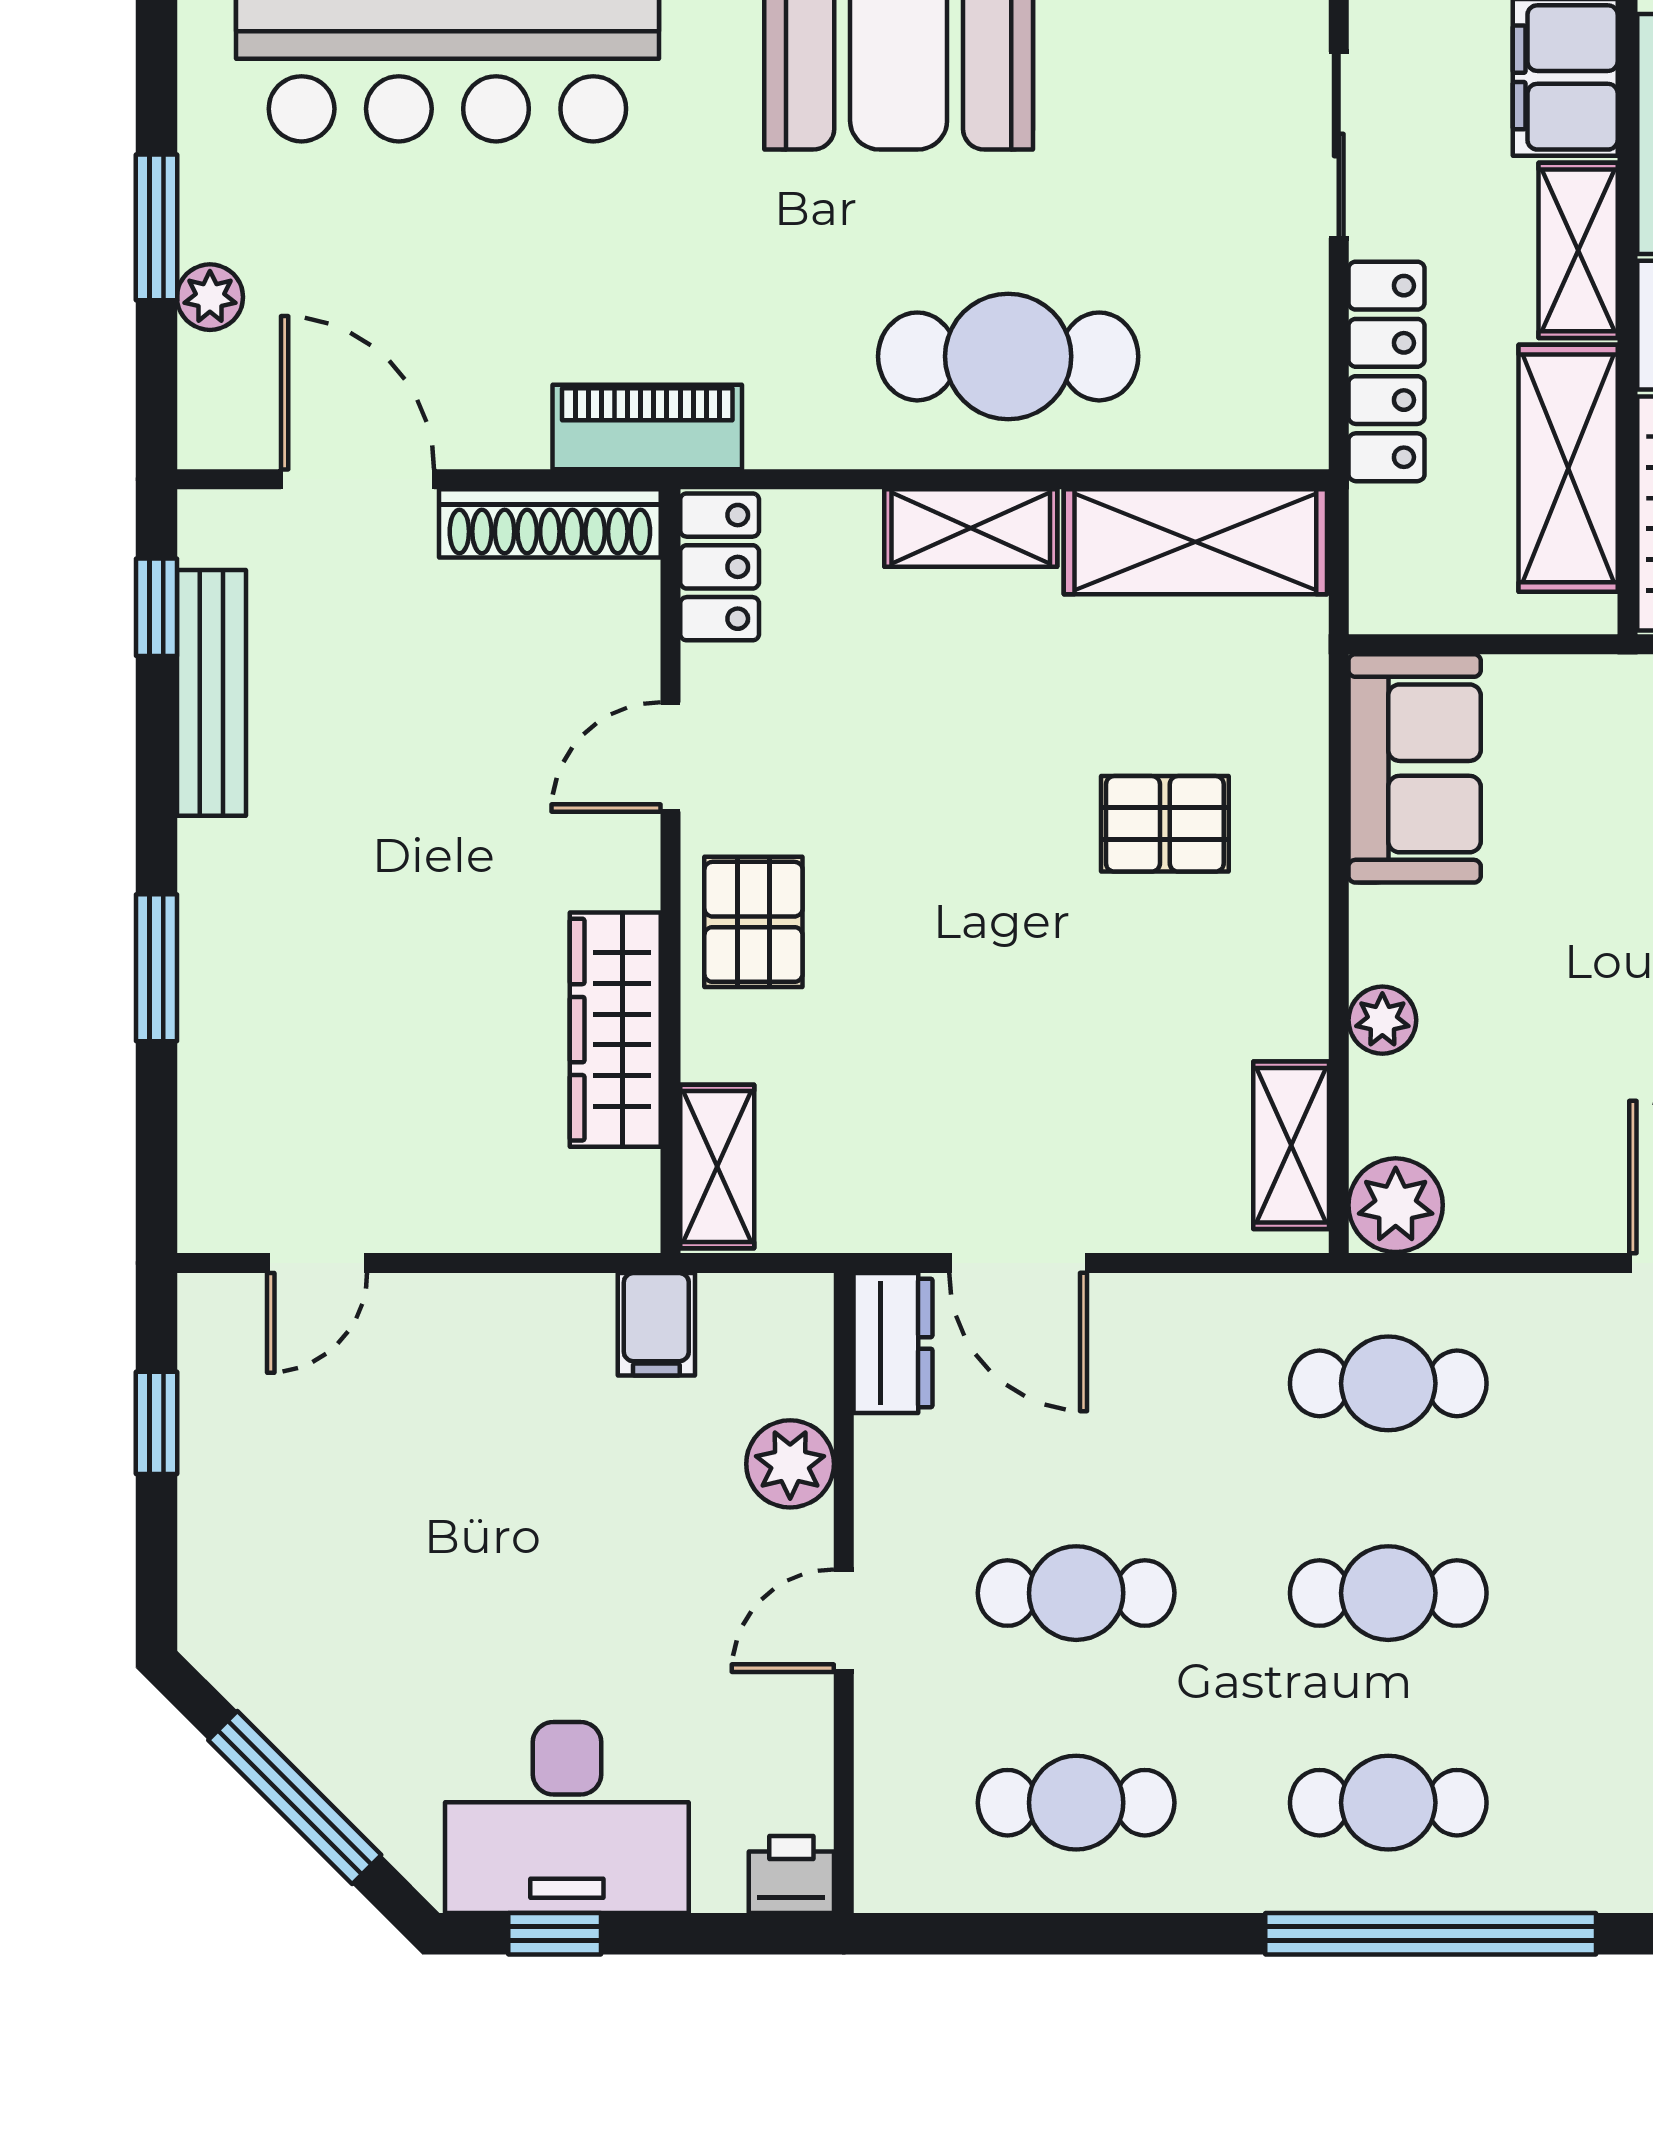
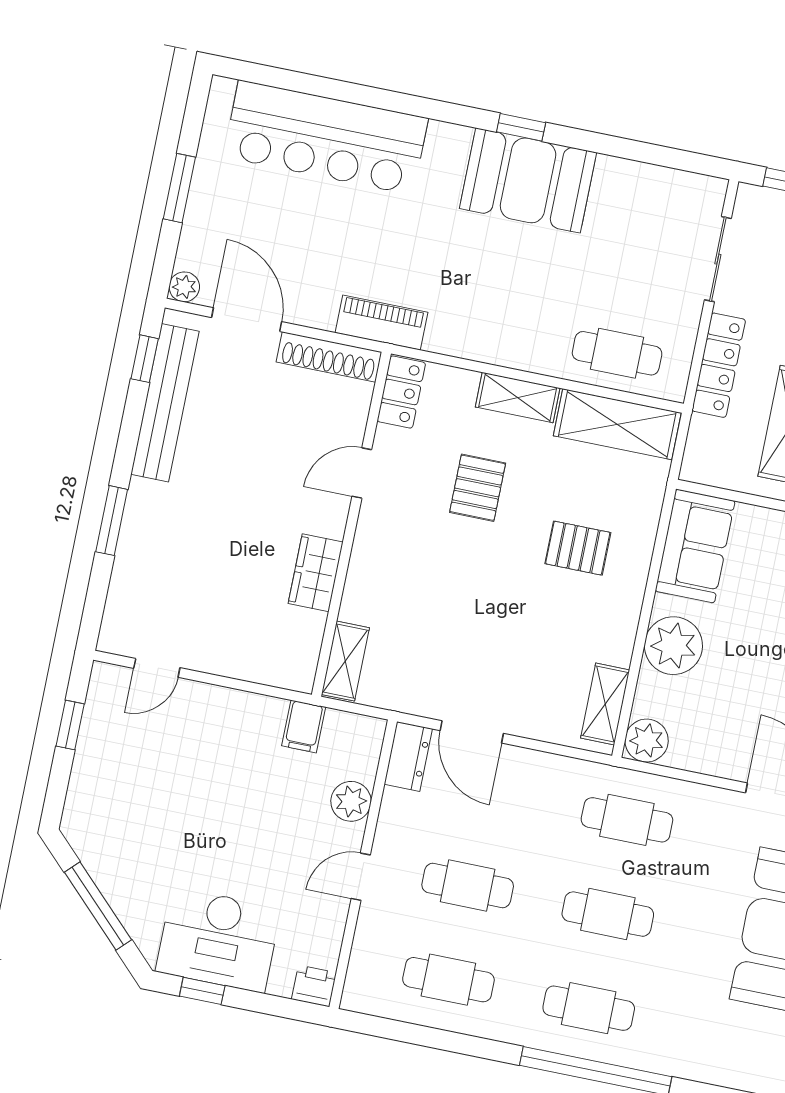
plant: (210, 297) -> (184, 287), moved
cafe table: (1008, 356) -> (617, 353), moved, width x0.73, depth x0.74
bench: (212, 693) -> (165, 403), width x1.37, depth x1.21
pallet: (753, 922) -> (478, 488), moved
plant: (1382, 1020) -> (673, 646), width x1.88, depth x1.88
wardrobe: (615, 1030) -> (316, 573), width x0.67

